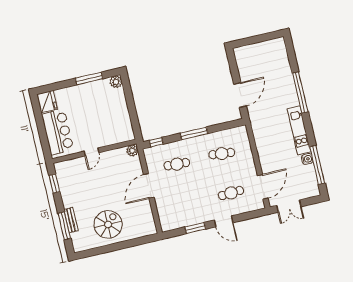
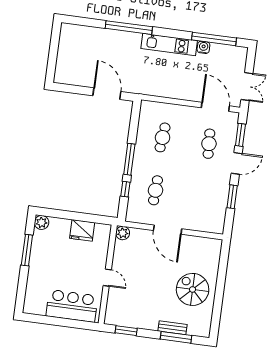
fridge: (47, 102) -> (82, 230), moved, turned 180
window: (156, 142) -> (125, 189), moved
window: (248, 216) -> (240, 135), added

